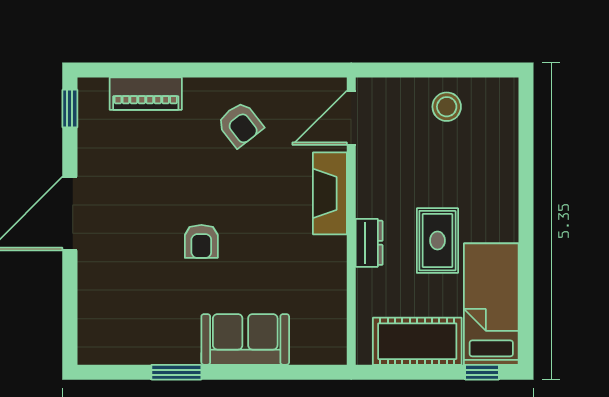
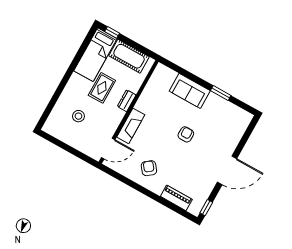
stool: (447, 107) -> (78, 116), moved

